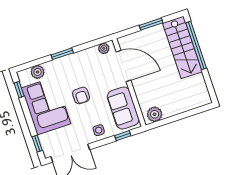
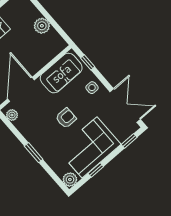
plant: (38, 72) -> (70, 180), moved
window: (19, 90) -> (96, 170), moved
plant: (155, 114) -> (42, 26), moved

